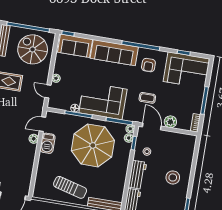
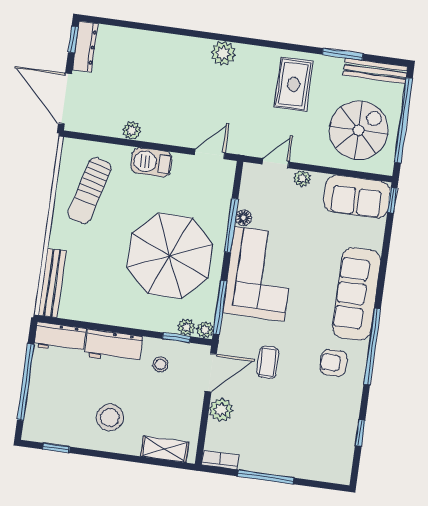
sofa: (75, 46) -> (357, 197), moved, turned -90
corner sofa: (186, 70) -> (325, 439), removed
door: (42, 124) -> (210, 154), hinge flipped
plant: (34, 139) -> (132, 131), moved
barbecue: (48, 143) -> (151, 162), moved
shelving: (189, 150) -> (165, 449), added
sun lounger: (70, 187) -> (90, 191), moved

